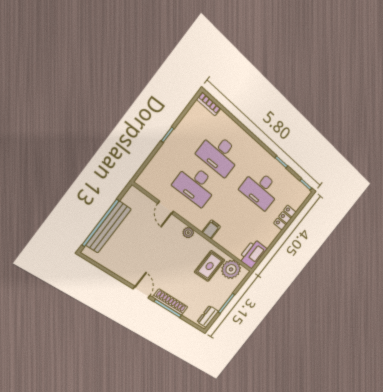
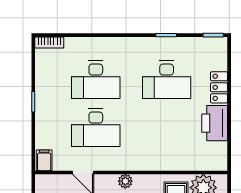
filing cabinet: (211, 229) -> (44, 160), moved
printer: (253, 254) -> (215, 123), moved

